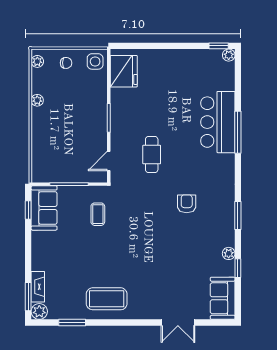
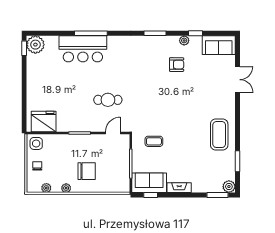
plant: (229, 55) -> (35, 45), width x1.87, depth x1.87
plant: (37, 61) -> (46, 188), moved
chair: (59, 127) -> (87, 171), added
door: (109, 161) -> (113, 133), swing flipped
armchair: (187, 204) -> (177, 65), moved, turned 180
fireplace: (38, 287) -> (179, 188), moved

